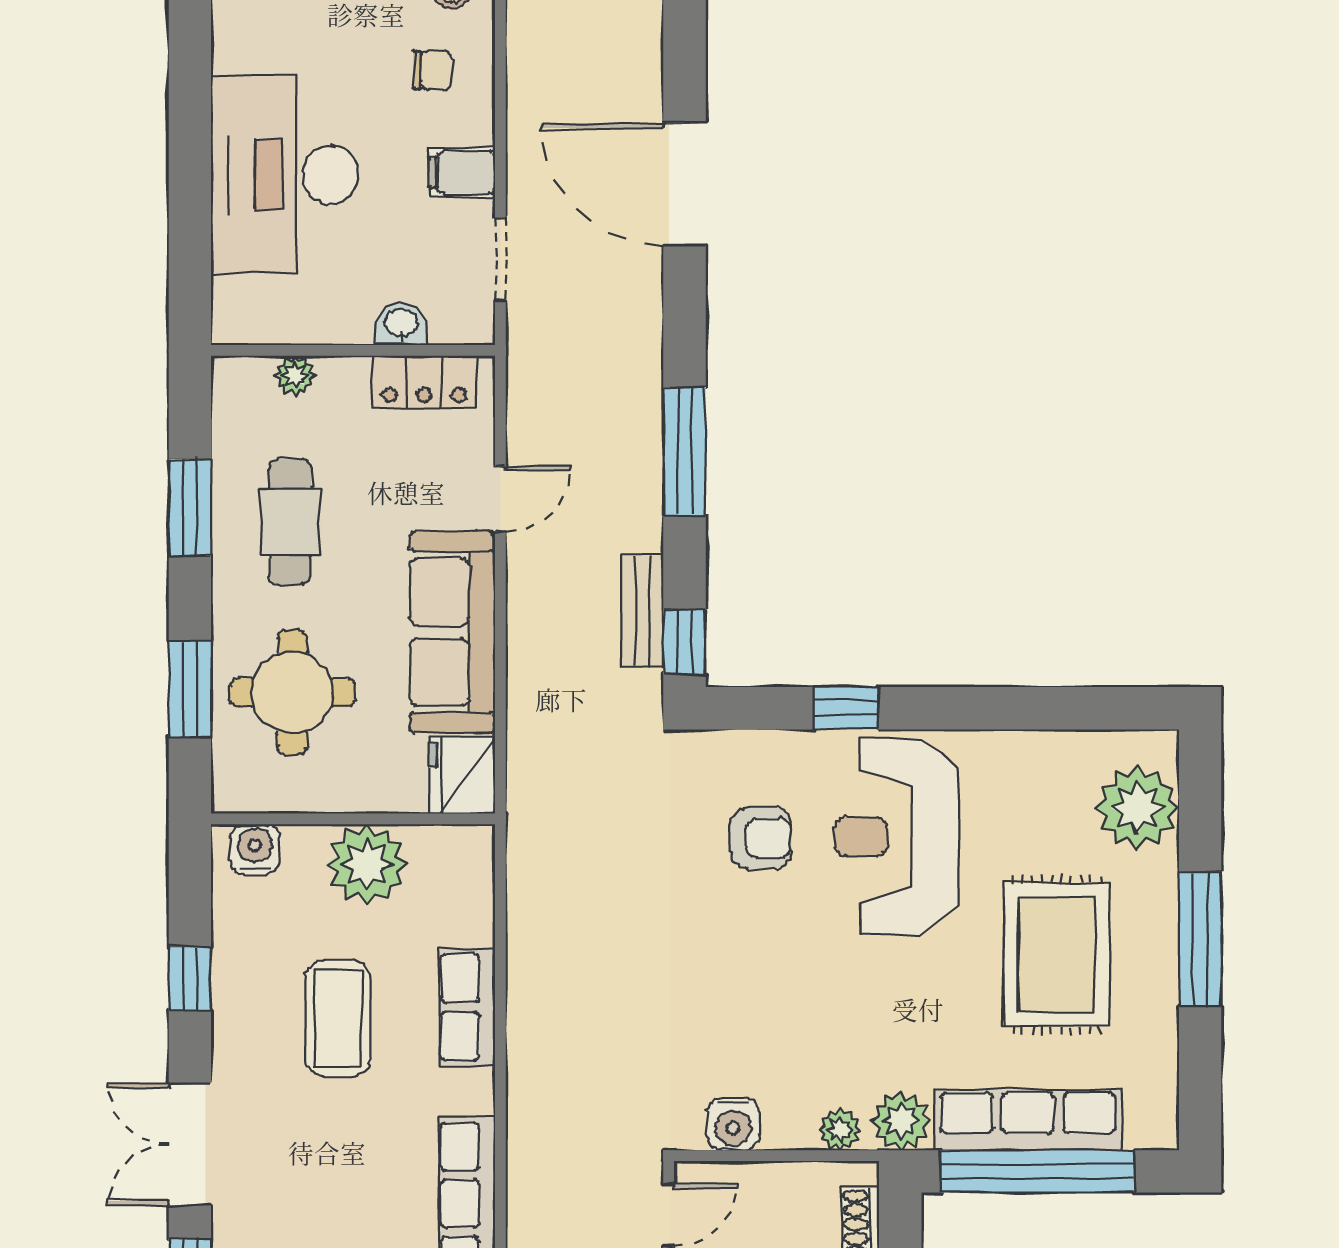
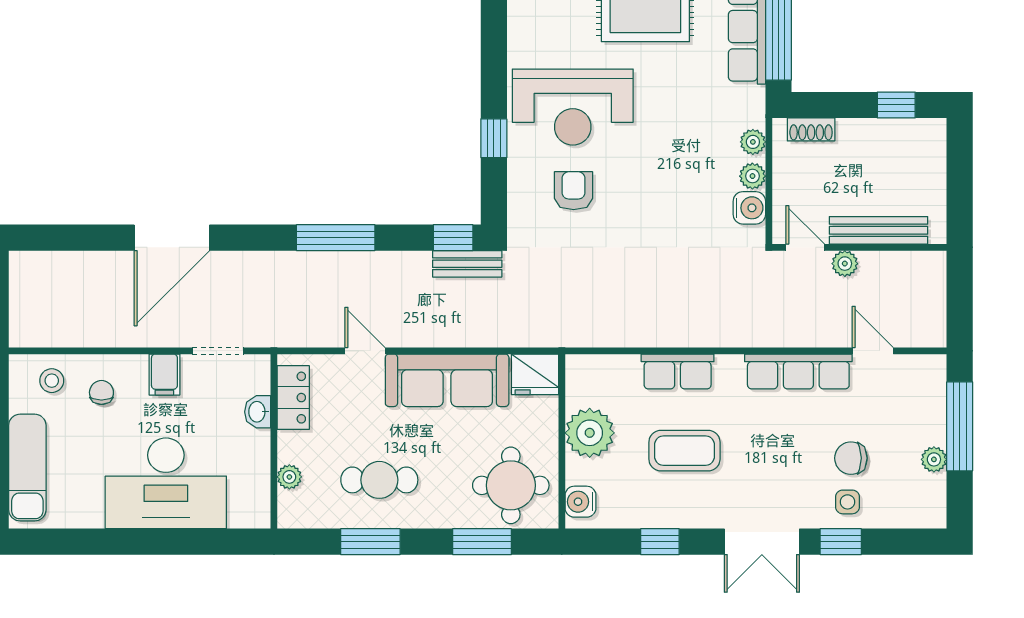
bench: (642, 611) -> (467, 264), moved
round table: (292, 692) -> (511, 485), moved
plant: (901, 1121) -> (752, 176), moved, width x0.73, depth x0.73

